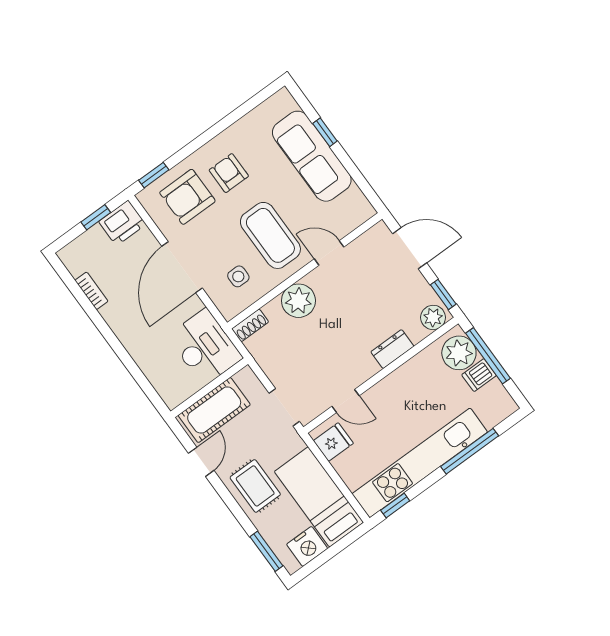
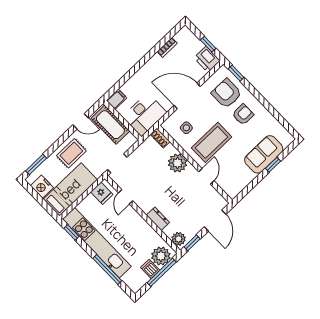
sofa: (312, 156) -> (264, 154), width x0.73
filing cabinet: (171, 393) -> (117, 99), added

